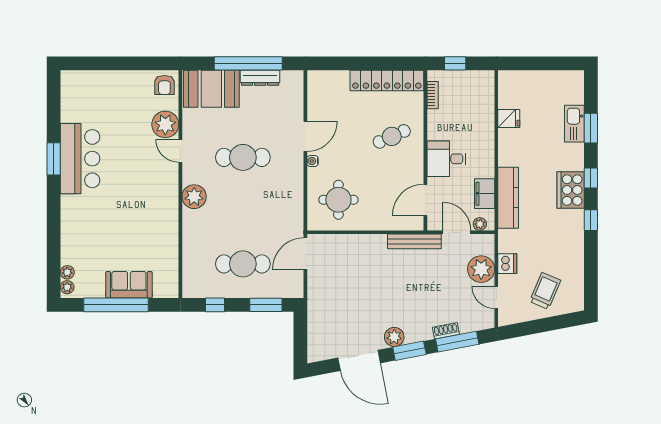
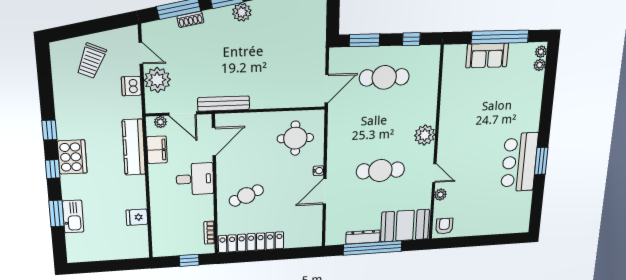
plant: (165, 124) -> (440, 195), width x0.53, depth x0.53

